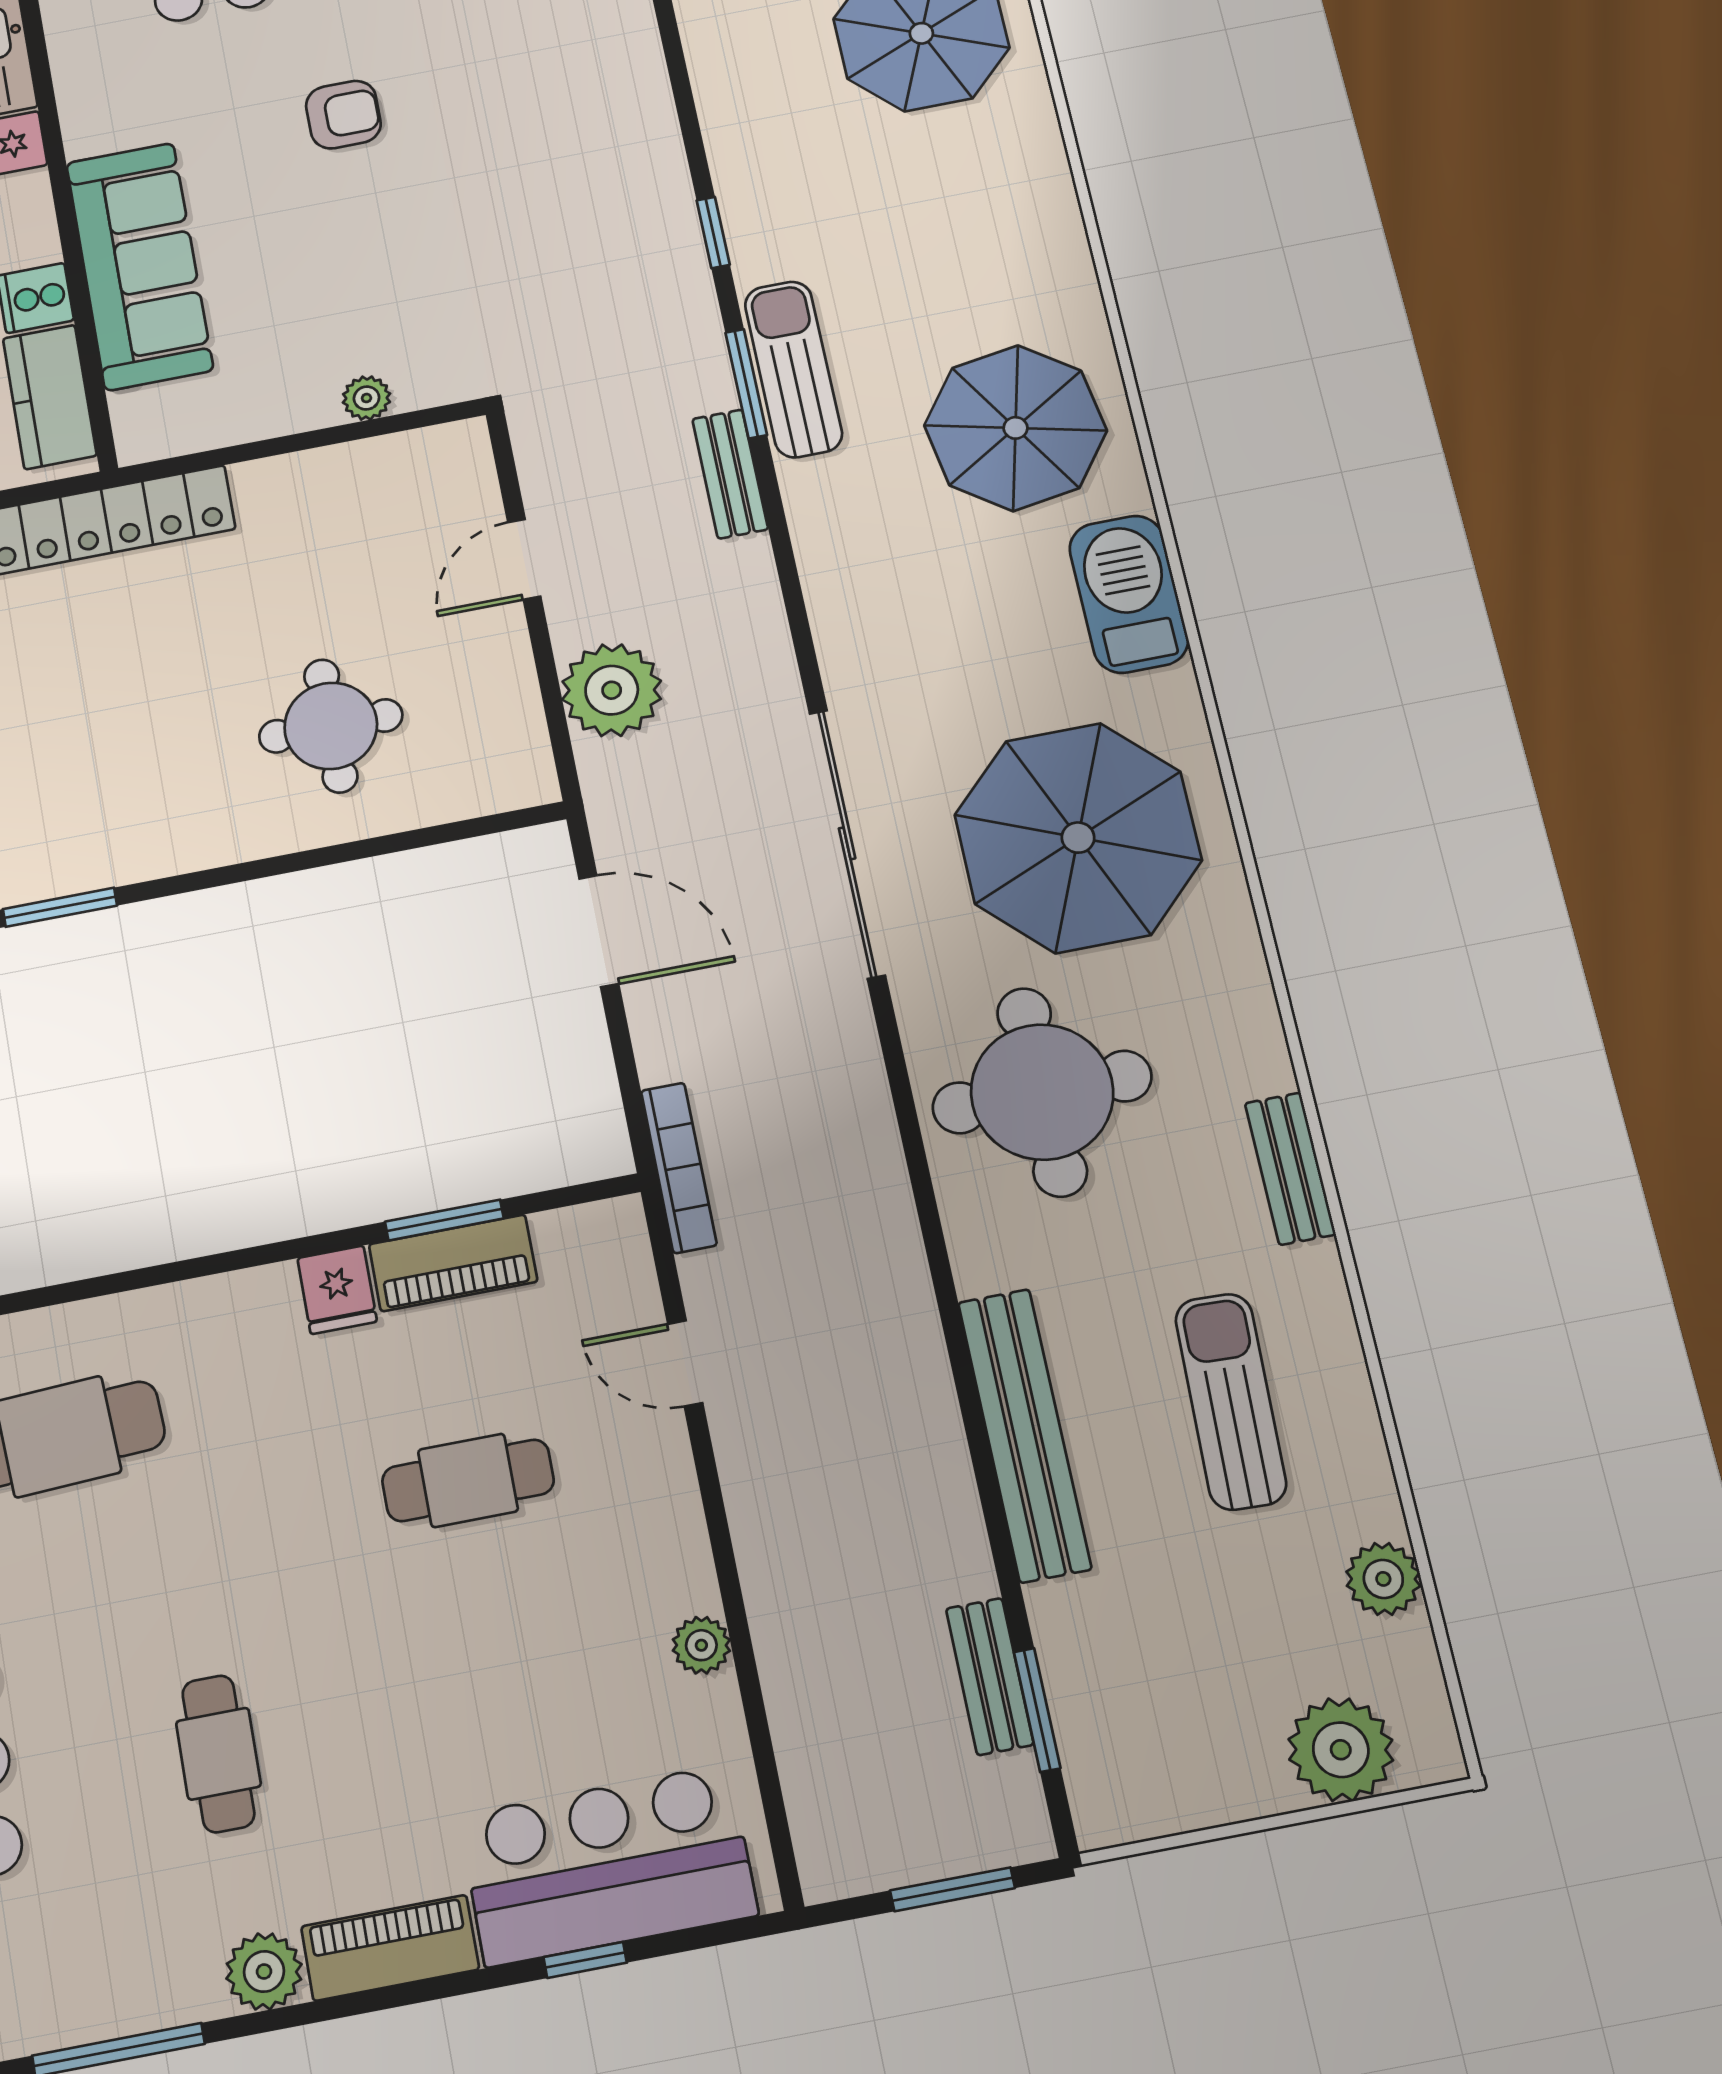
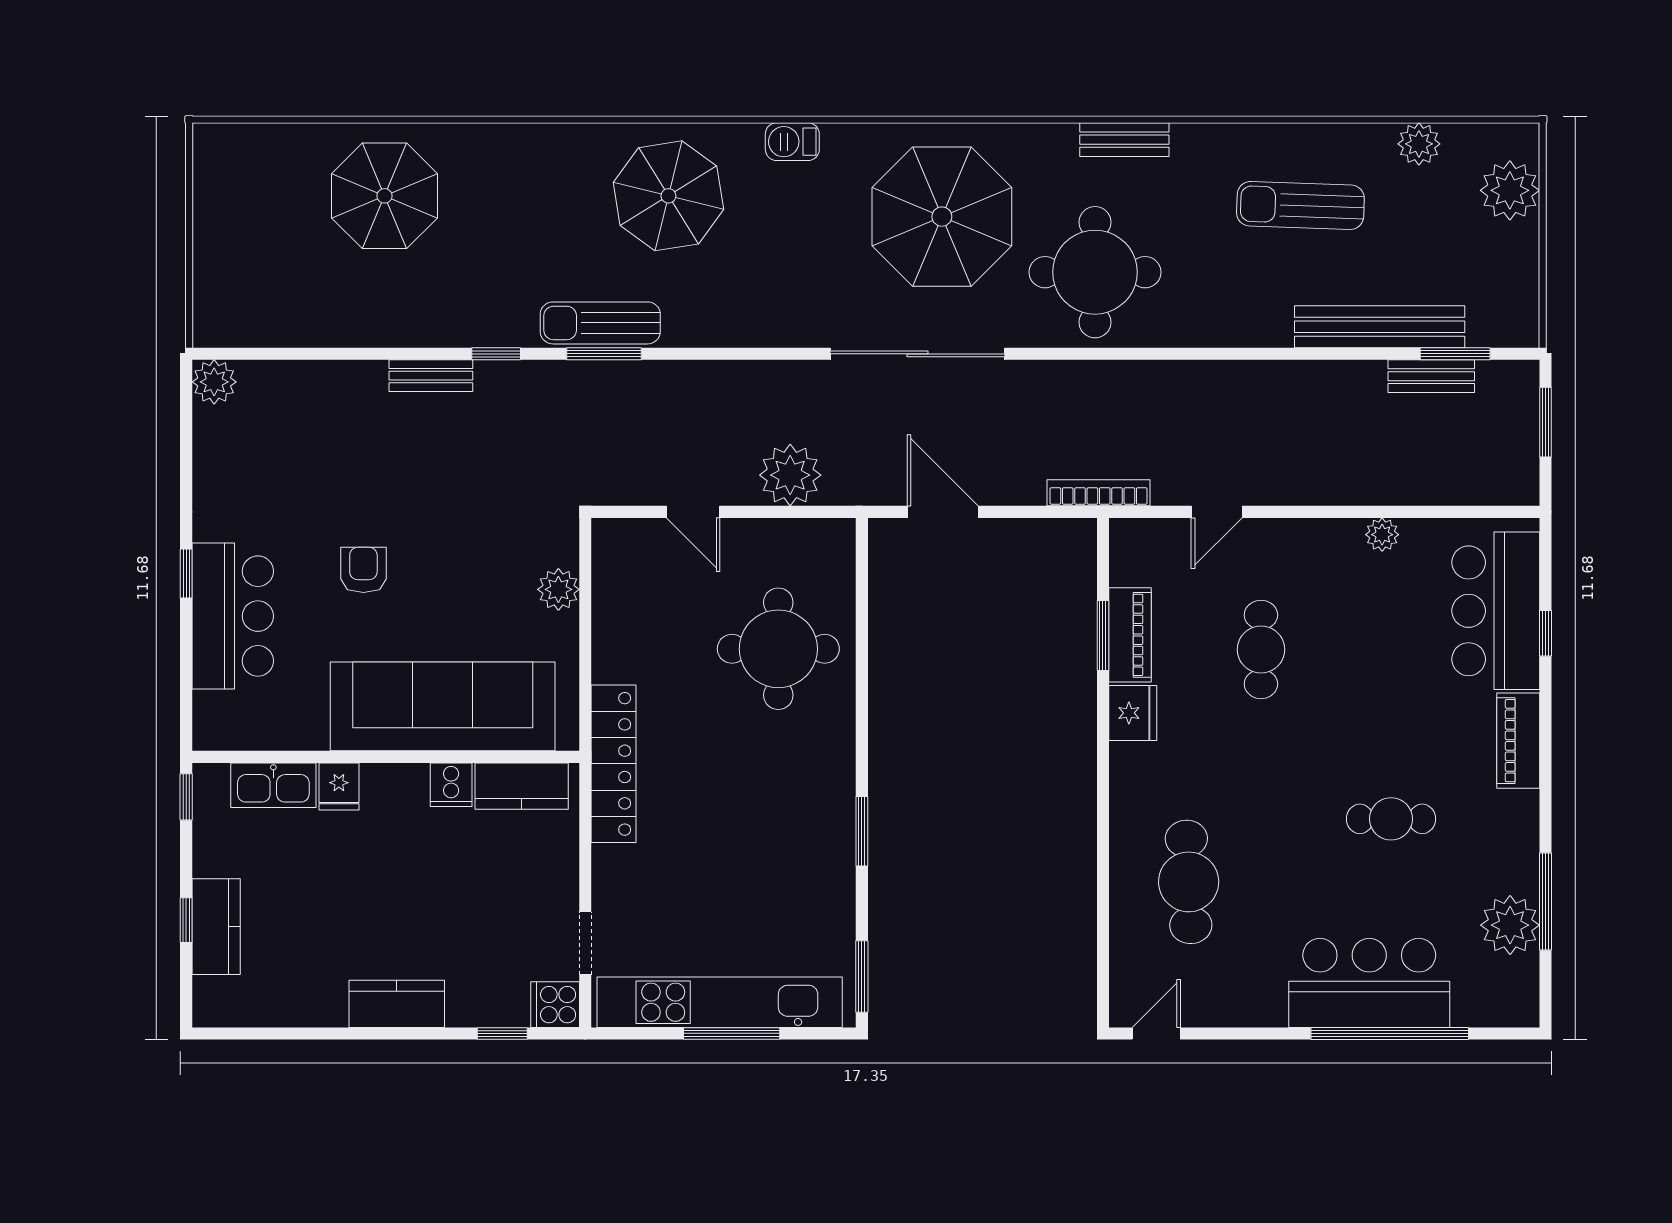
sofa: (139, 266) -> (443, 706), width x1.36, depth x1.27
plant: (366, 398) -> (558, 589), width x1.38, depth x1.38
bench: (730, 474) -> (431, 376), moved
barbecue: (1129, 594) -> (792, 142), width x0.53, depth x0.65
round table: (331, 726) -> (778, 649), width x1.36, depth x1.36
door: (599, 931) -> (943, 512), hinge flipped
bench: (1290, 1169) -> (1124, 140), moved
fridge: (337, 1290) -> (1133, 713), width x1.38
bench: (1024, 1435) -> (1380, 327), moved
plant: (264, 1971) -> (1510, 925), moved, width x1.36, depth x1.36

